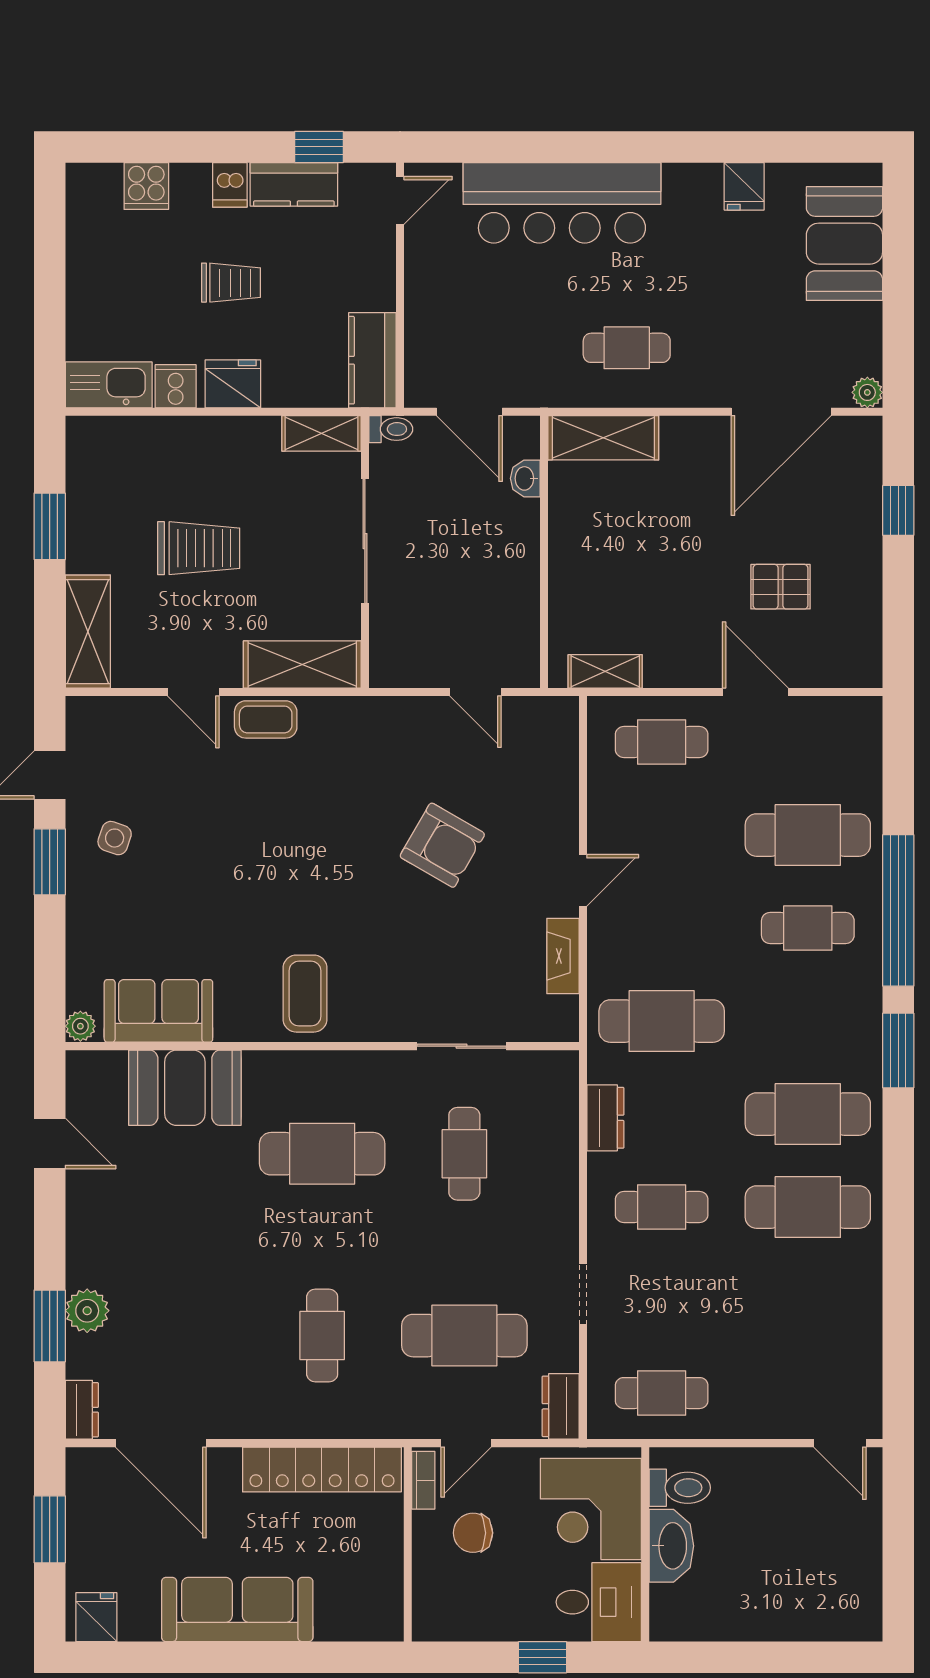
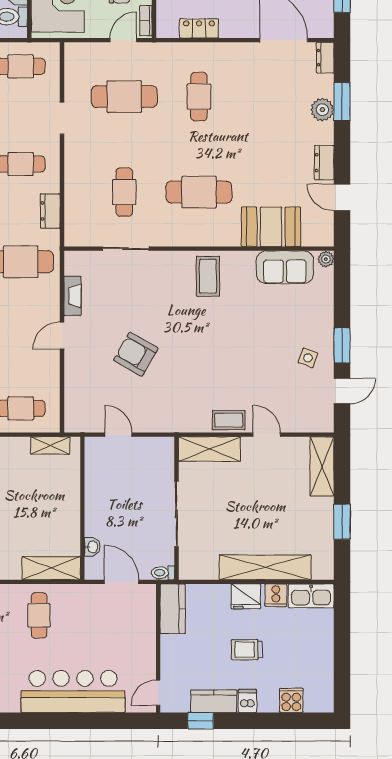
cafe table: (627, 348) -> (39, 615), turned 90
shelving: (321, 433) -> (265, 567), moved, width x2.20, depth x1.33
trolley: (199, 548) -> (264, 510), removed
dresser: (561, 1406) -> (324, 163), moved, turned 180
locker: (322, 1469) -> (199, 28), width x0.46, depth x0.83

